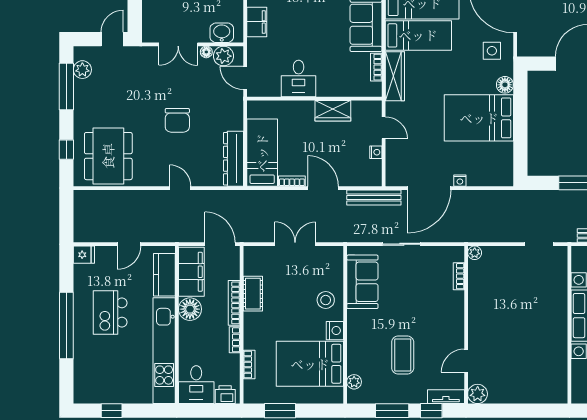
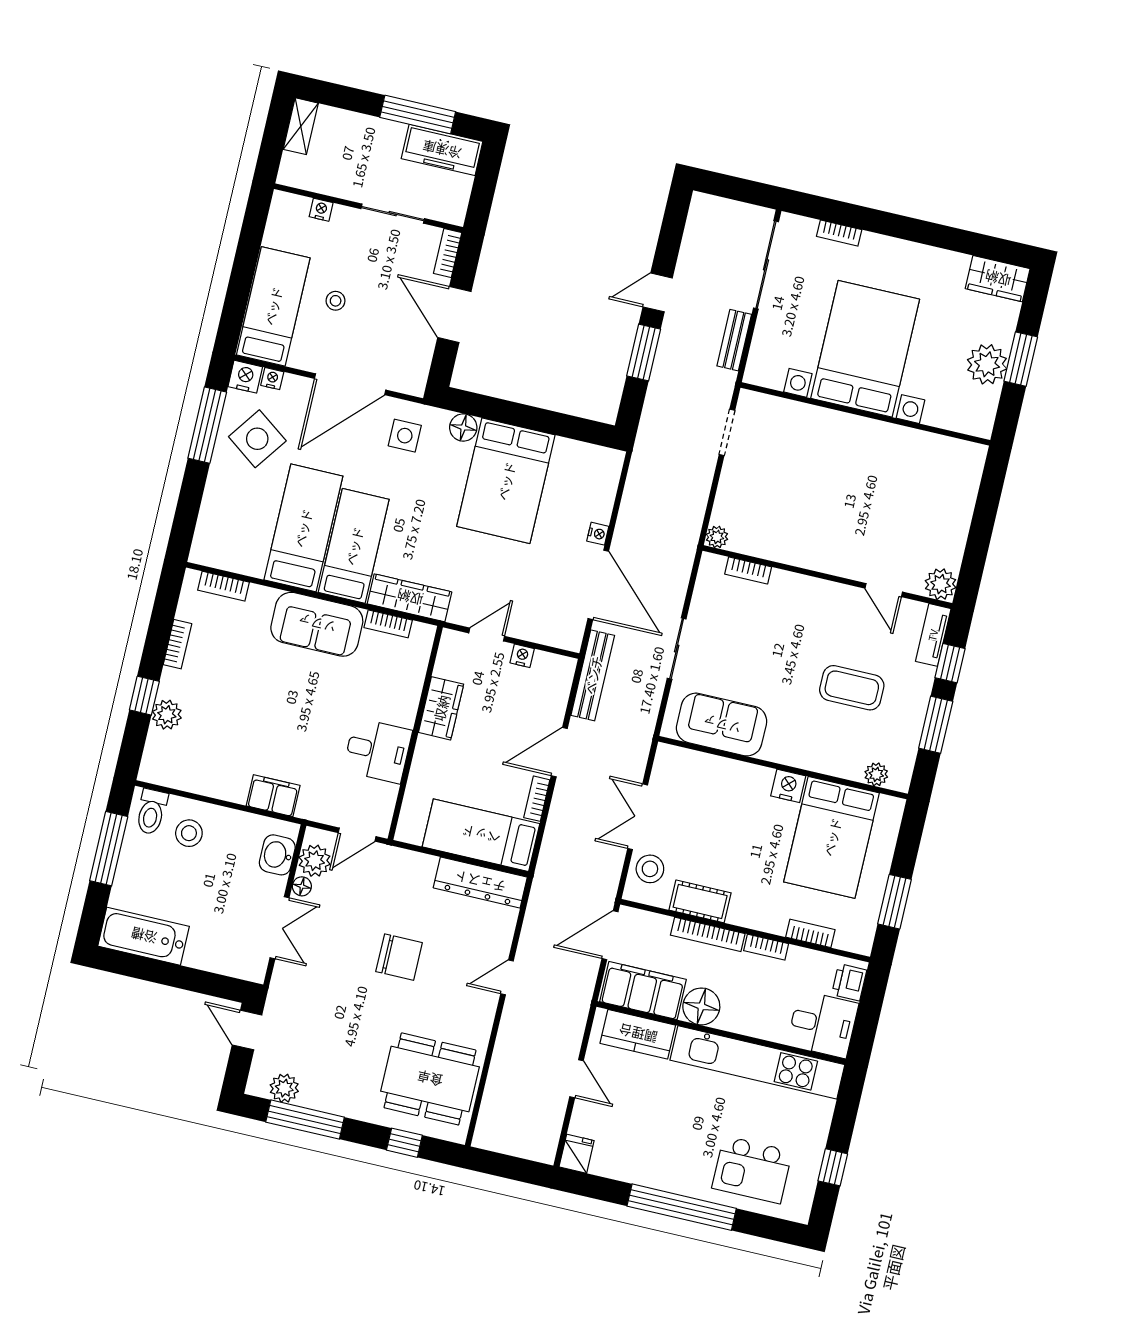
stool: (326, 300) -> (650, 869), moved
kitchen island: (110, 312) -> (752, 1170), moved

